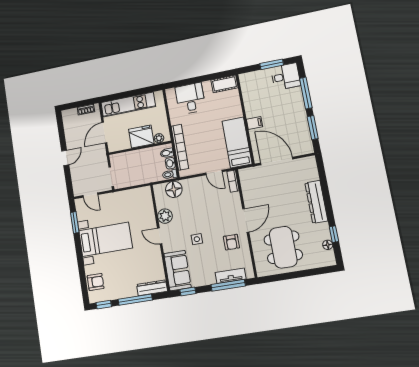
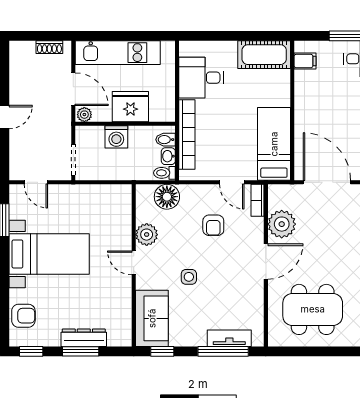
cot: (224, 84) -> (264, 55), width x1.37, depth x1.34
desk: (190, 98) -> (201, 78), moved, turned -90
filing cabinet: (255, 123) -> (305, 61), moved
door: (104, 133) -> (73, 89), swing flipped
plant: (159, 138) -> (84, 115), moved
washing machine: (136, 157) -> (116, 137), added
plant: (252, 194) -> (282, 224), added
armchair: (231, 242) -> (213, 225), moved
dining table: (283, 247) -> (313, 309), turned 90
dresser: (152, 288) -> (84, 338), moved
window: (135, 300) -> (81, 351), width x0.69

